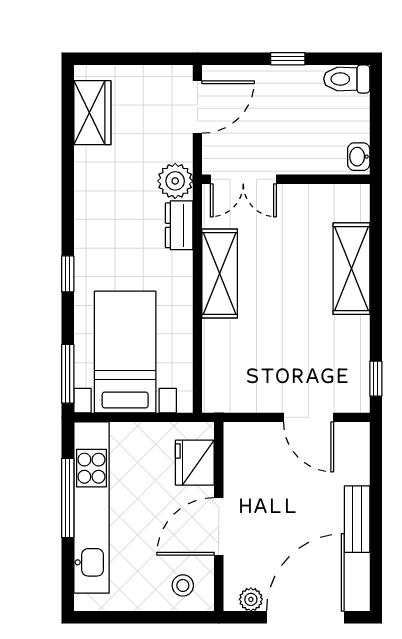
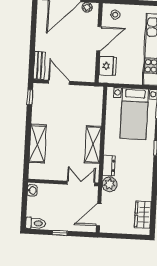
bench: (357, 519) -> (39, 65), moved

